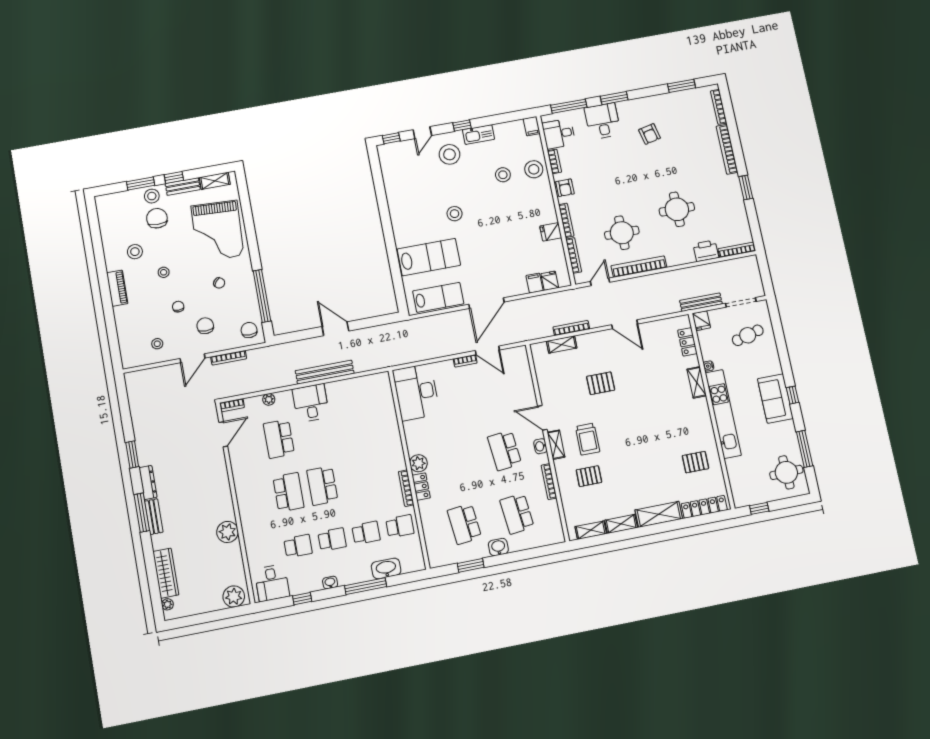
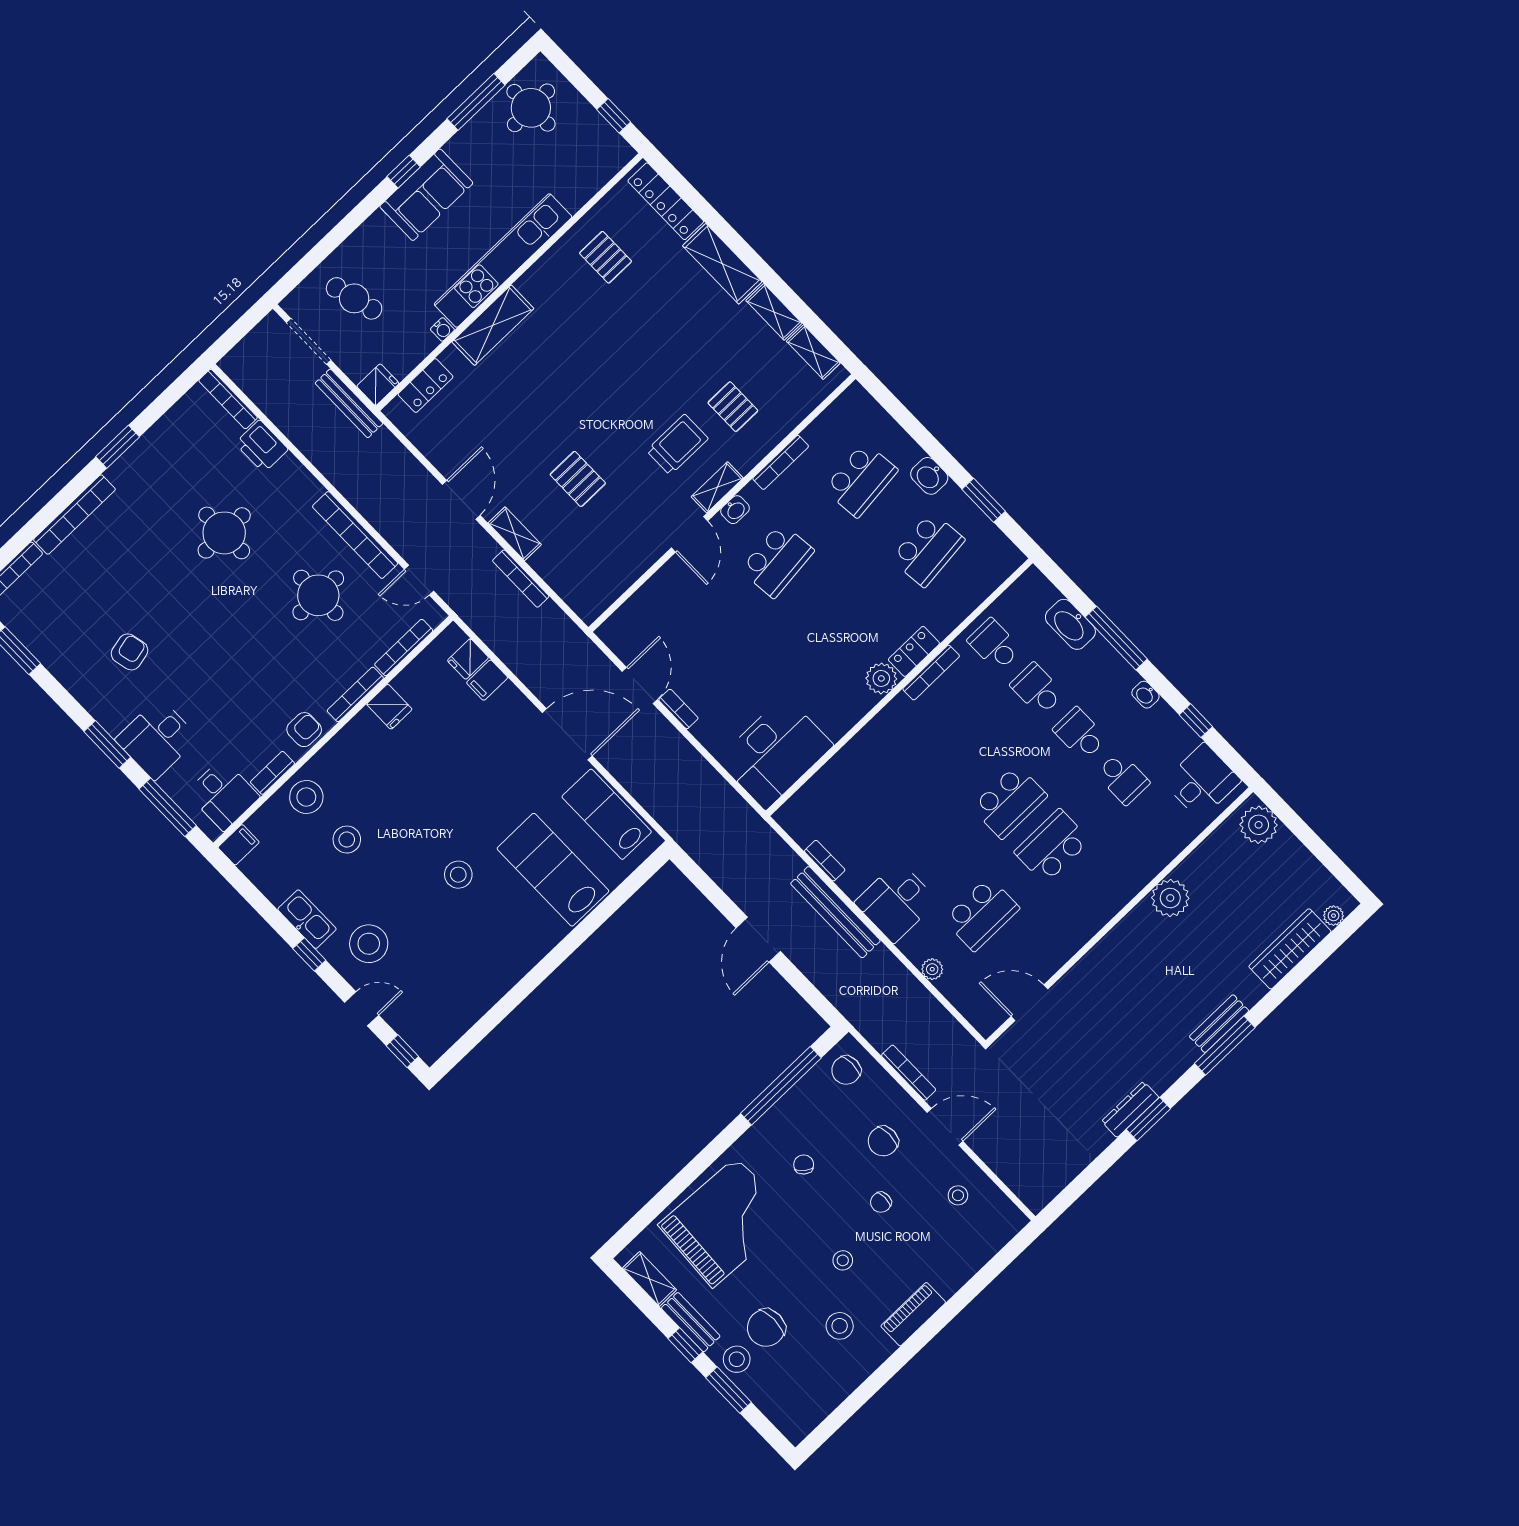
shelving: (562, 345) -> (515, 534), moved
shelving: (697, 382) -> (493, 325), width x1.50, depth x1.33
bookcase: (232, 405) -> (825, 861), moved
dresser: (148, 483) -> (1130, 1109), moved
school desk: (298, 546) -> (1123, 778), turned 180

